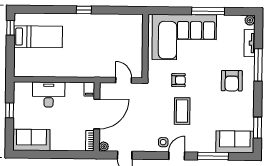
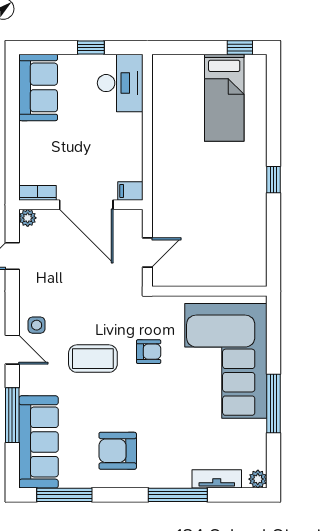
armchair: (179, 80) -> (149, 352), turned -90
armchair: (232, 81) -> (118, 451), moved
desk: (49, 95) -> (120, 83), moved
window: (258, 128) -> (64, 495), width x1.44
sofa: (235, 142) -> (39, 442), width x1.36

